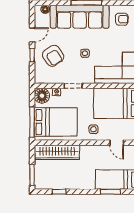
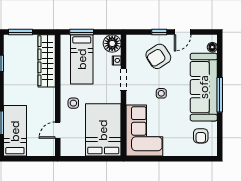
door: (32, 35) -> (183, 32), hinge flipped
window: (32, 122) -> (82, 32), width x0.69
bed: (56, 122) -> (82, 59), width x0.67

